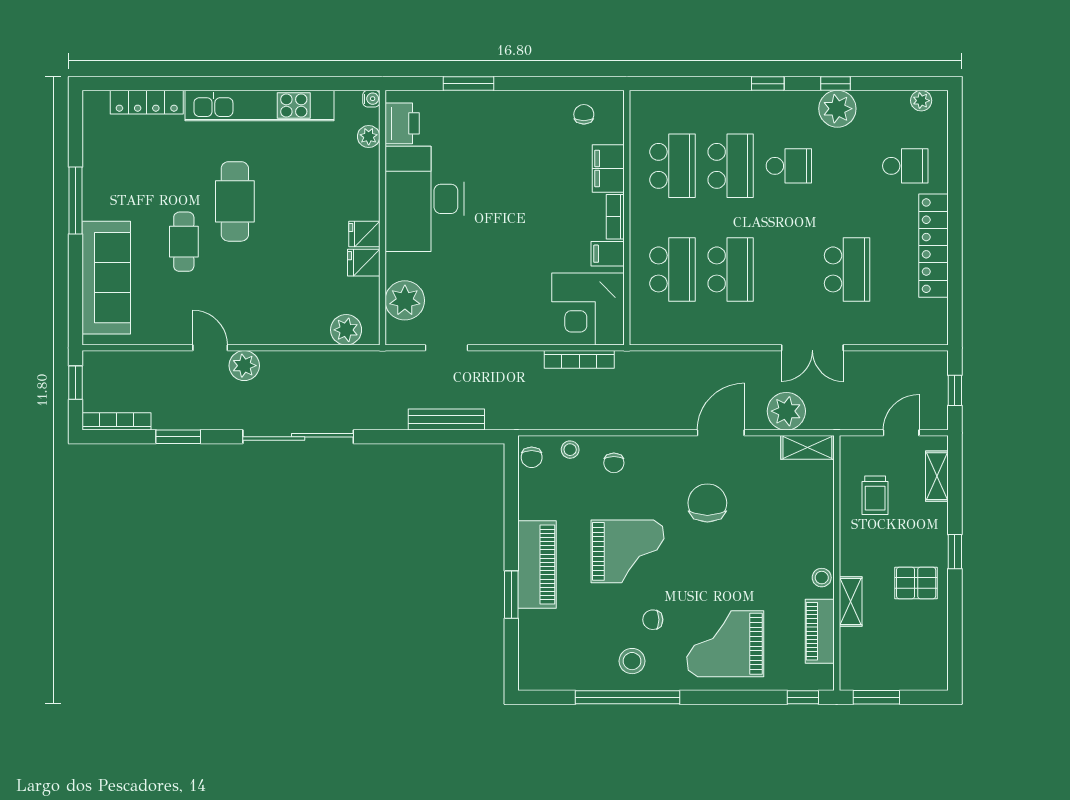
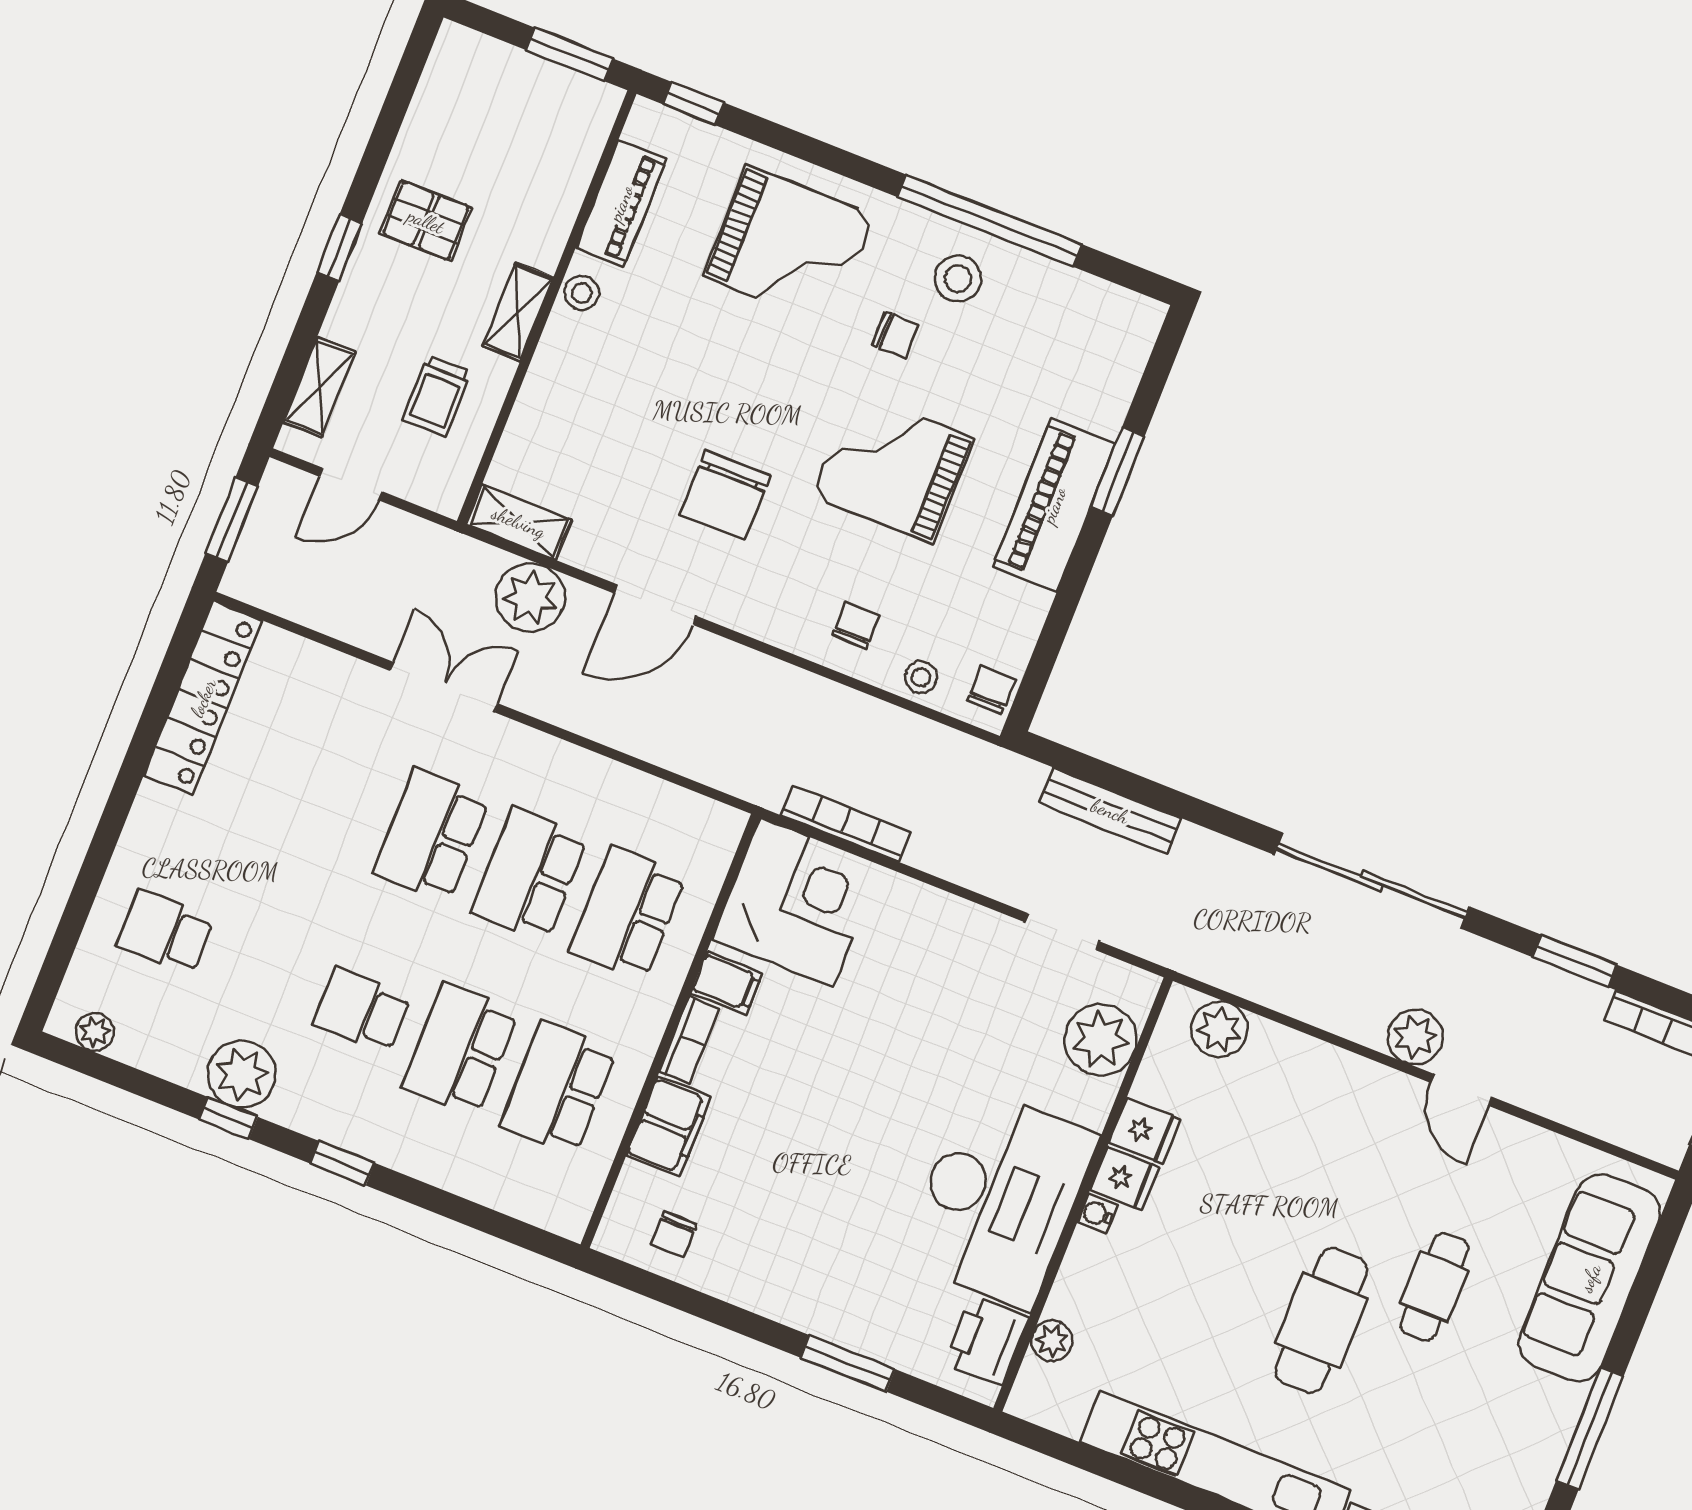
water cooler: (371, 99) -> (1097, 1214), moved
locker: (934, 246) -> (203, 698), moved
school desk: (847, 269) -> (431, 835), moved
window: (955, 390) -> (232, 520), width x1.50
trolley: (875, 495) -> (437, 396), turned 180
shelving: (851, 602) -> (518, 312), moved

